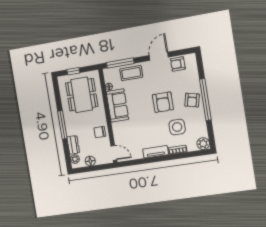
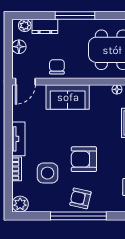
sofa: (117, 105) -> (68, 97), moved

